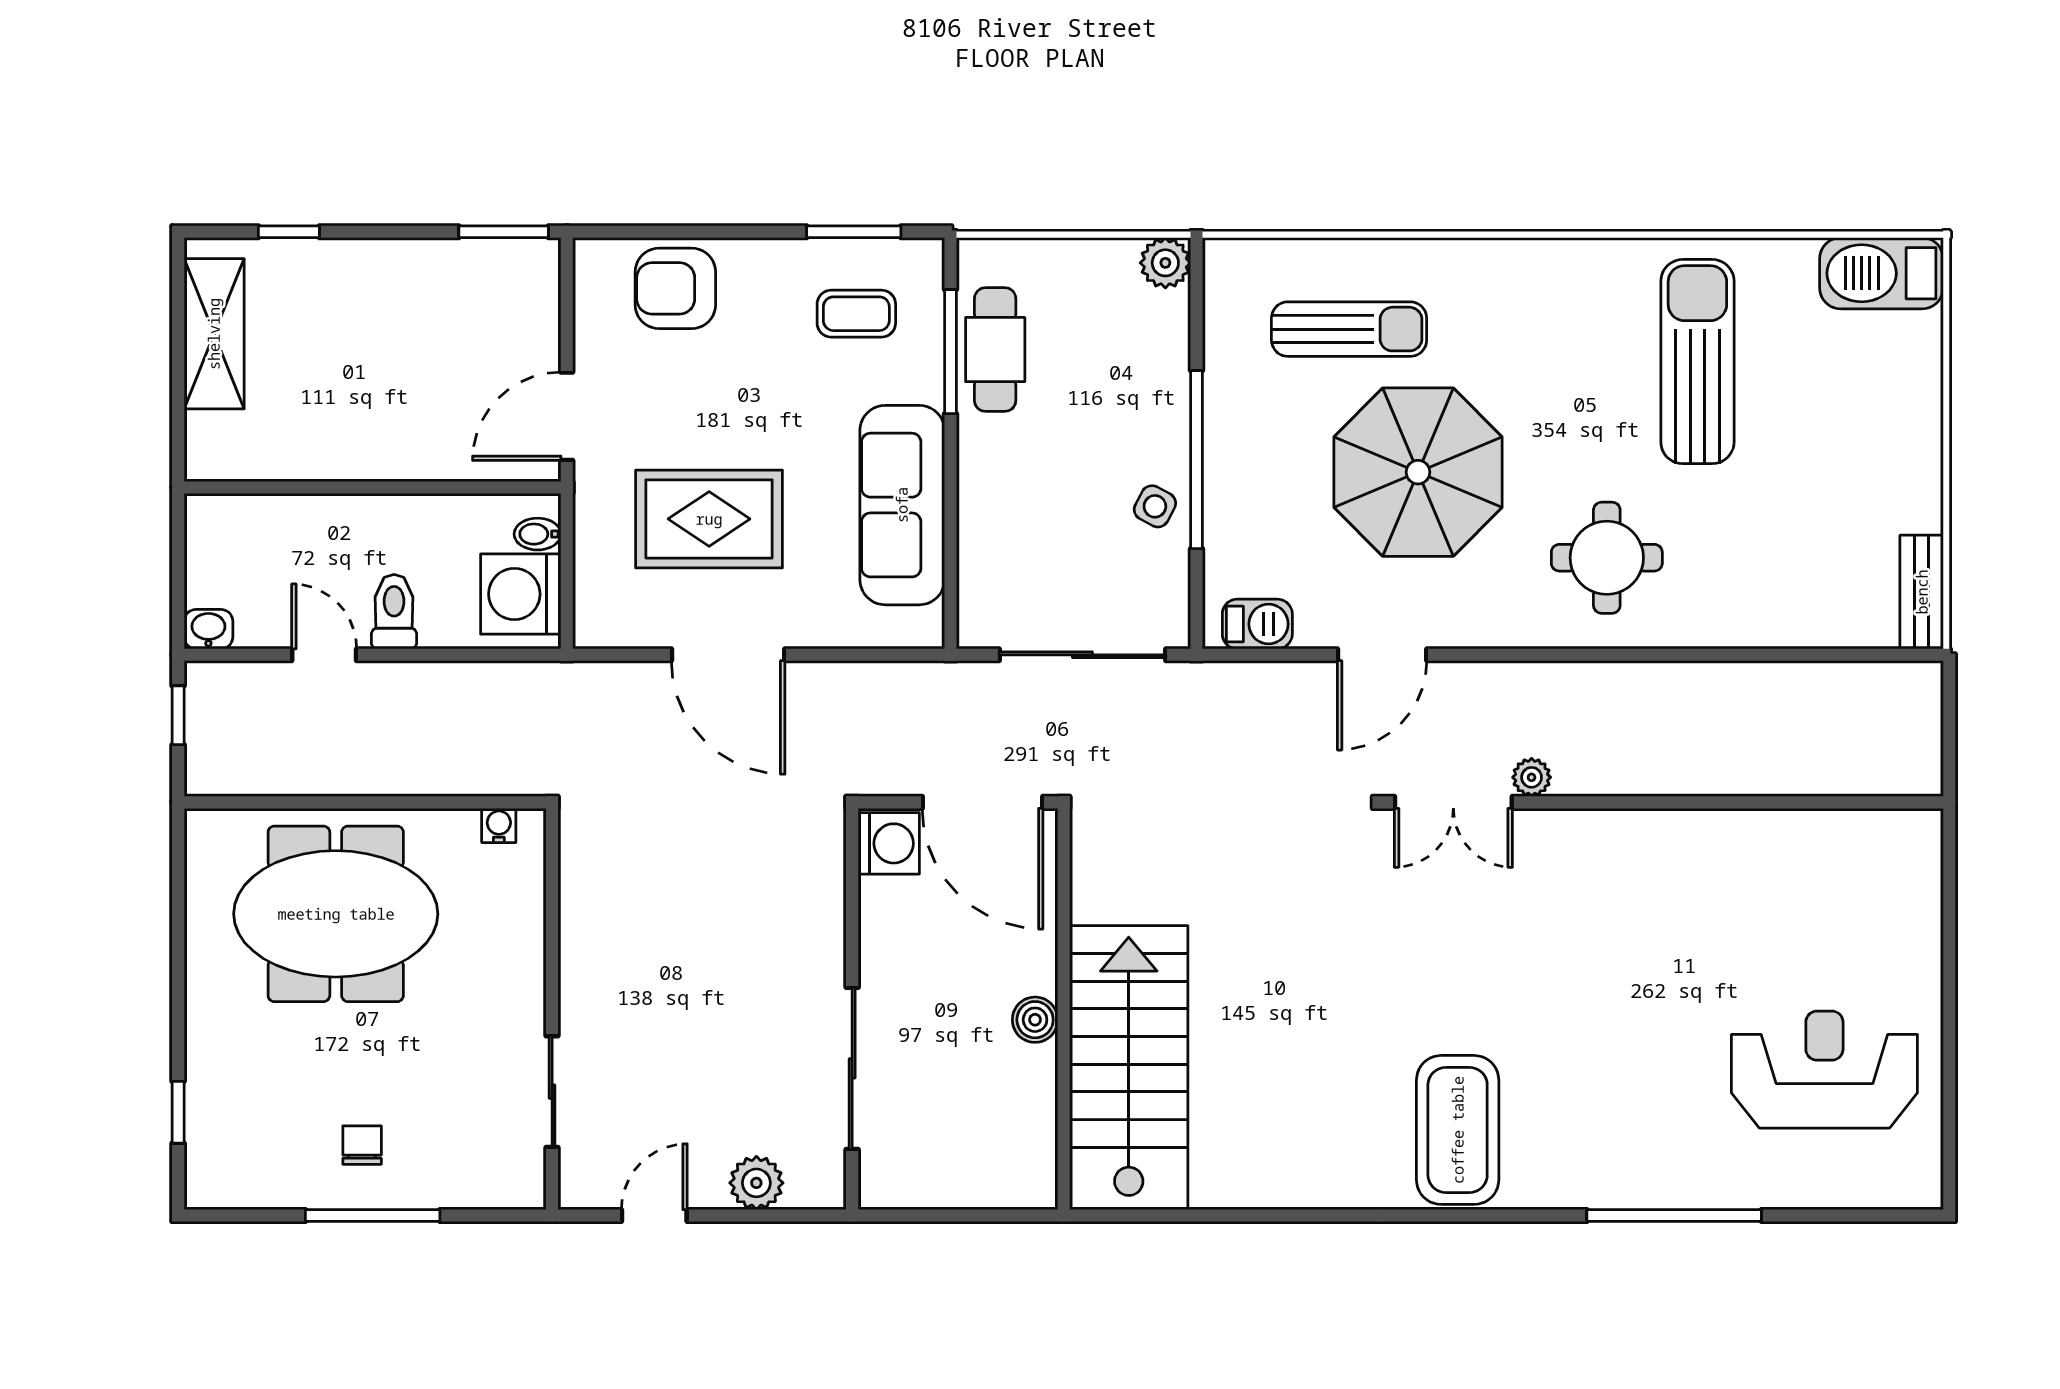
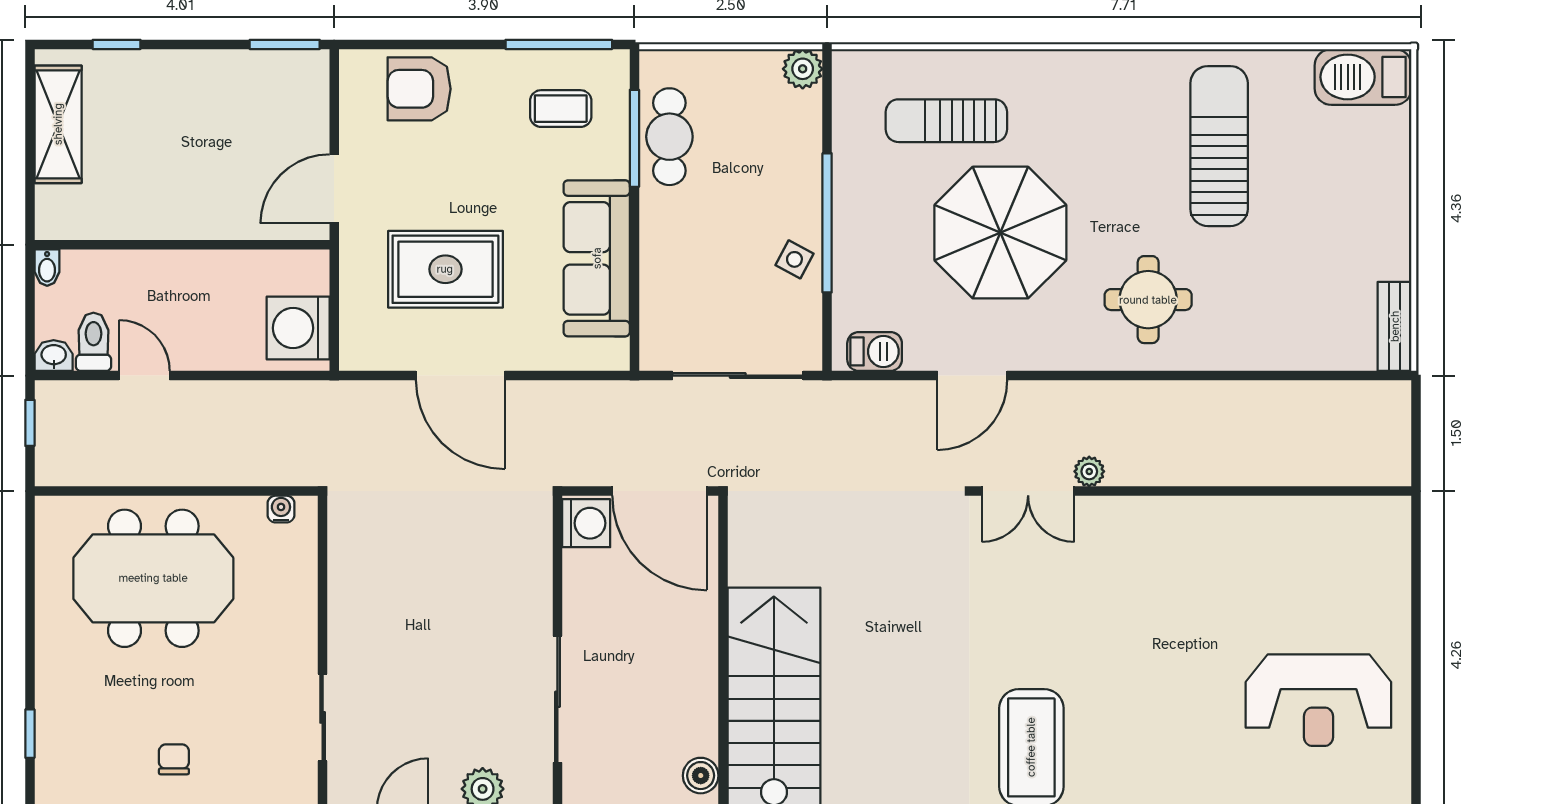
window: (854, 232) -> (559, 44), width x1.44
sun lounger: (1349, 329) -> (946, 121), turned 180
bidet: (538, 534) -> (47, 268), moved, turned -90
toilet: (394, 612) -> (93, 342), moved
boiler: (1035, 1020) -> (701, 776), moved
reception desk: (1824, 1070) -> (1318, 700), turned 180

